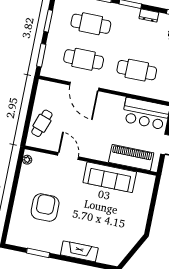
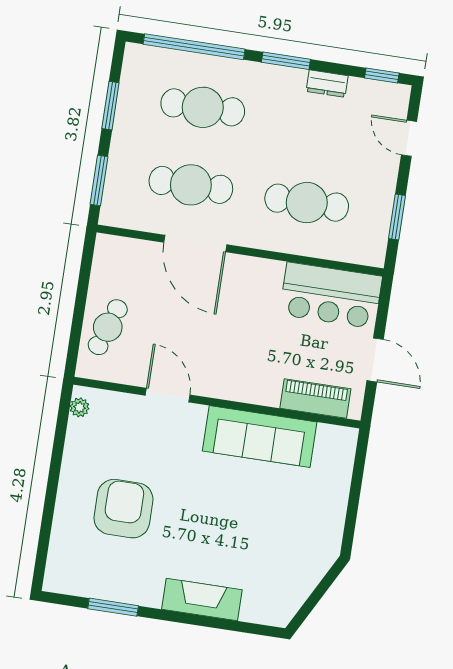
piano: (131, 158) -> (315, 399), width x0.73, depth x0.75

